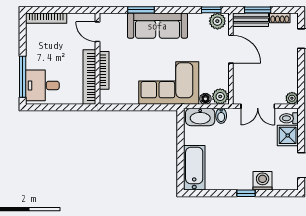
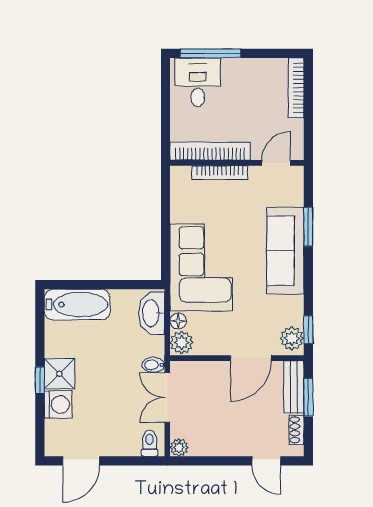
bidet: (221, 116) -> (153, 365), moved
shower: (288, 135) -> (59, 374), moved

